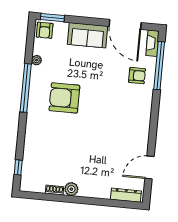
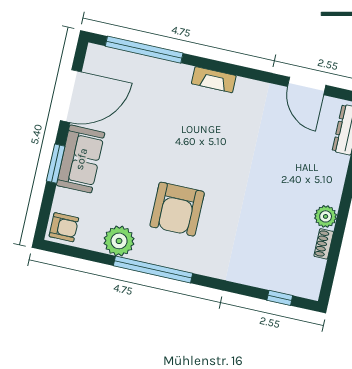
window: (52, 18) -> (56, 164), moved
fireplace: (152, 43) -> (214, 80), moved
plant: (37, 60) -> (119, 241), width x1.88, depth x1.88
armchair: (137, 76) -> (156, 87), removed

